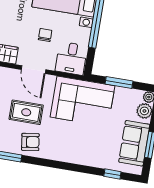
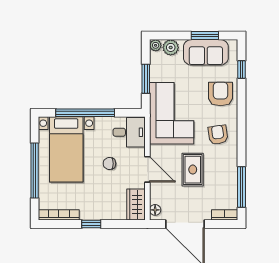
door: (34, 70) -> (147, 169), hinge flipped
armchair: (30, 142) -> (218, 135), moved
armchair: (93, 150) -> (221, 94), added

